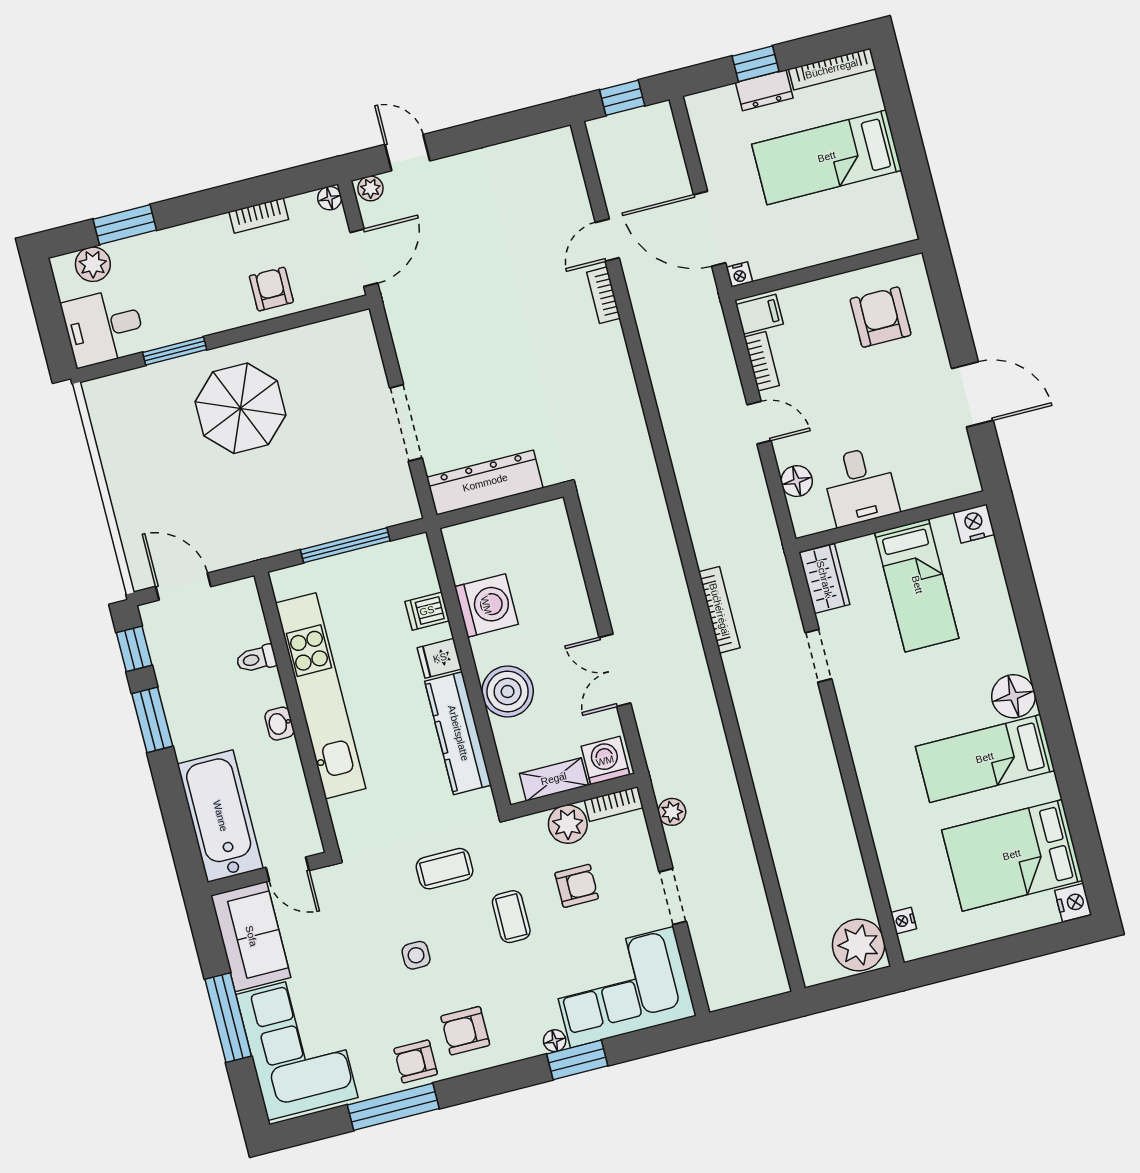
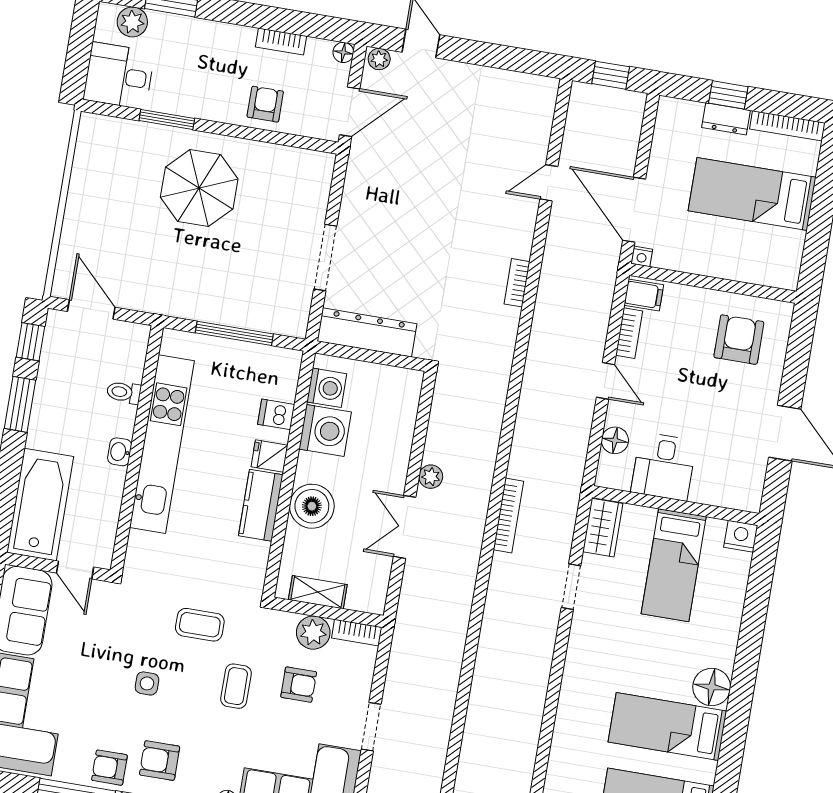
bookcase: (603, 295) -> (517, 283), moved
kitchen counter: (458, 733) -> (261, 505), width x0.67
washing machine: (605, 761) -> (327, 388), moved, turned 90
plant: (672, 812) -> (431, 477), moved

